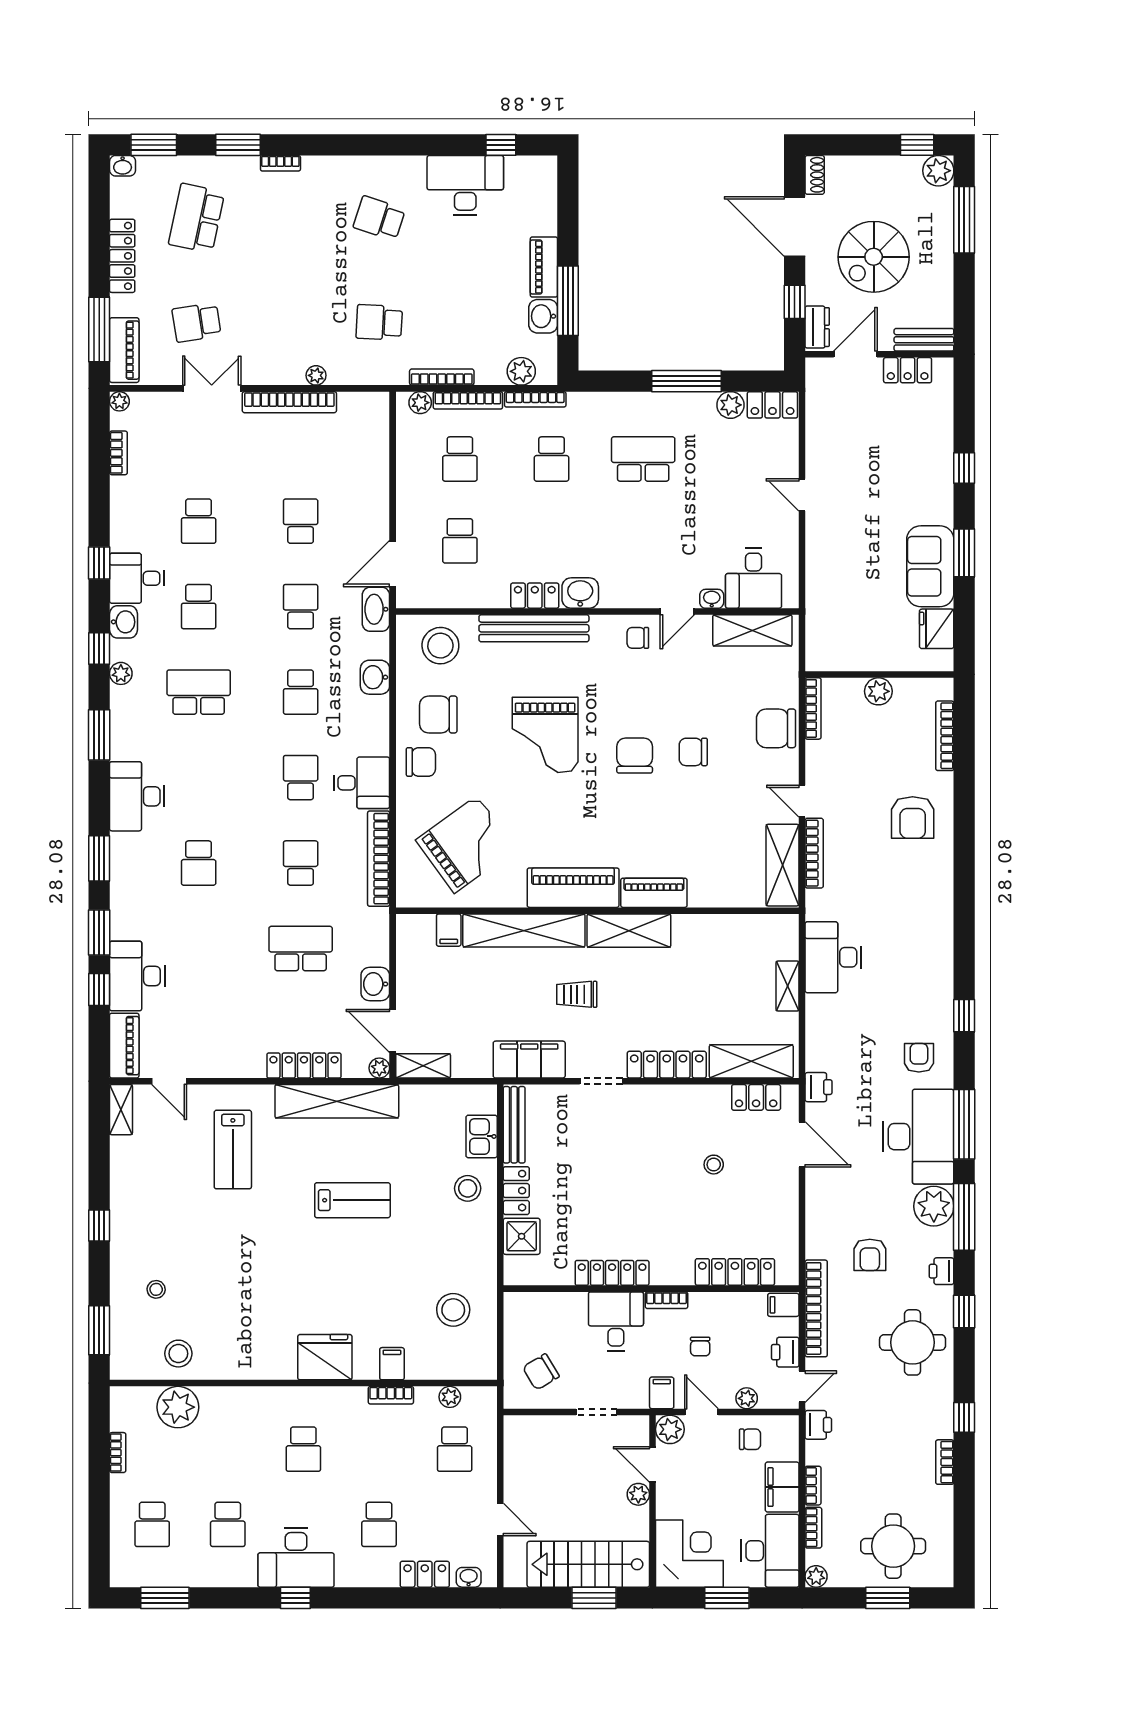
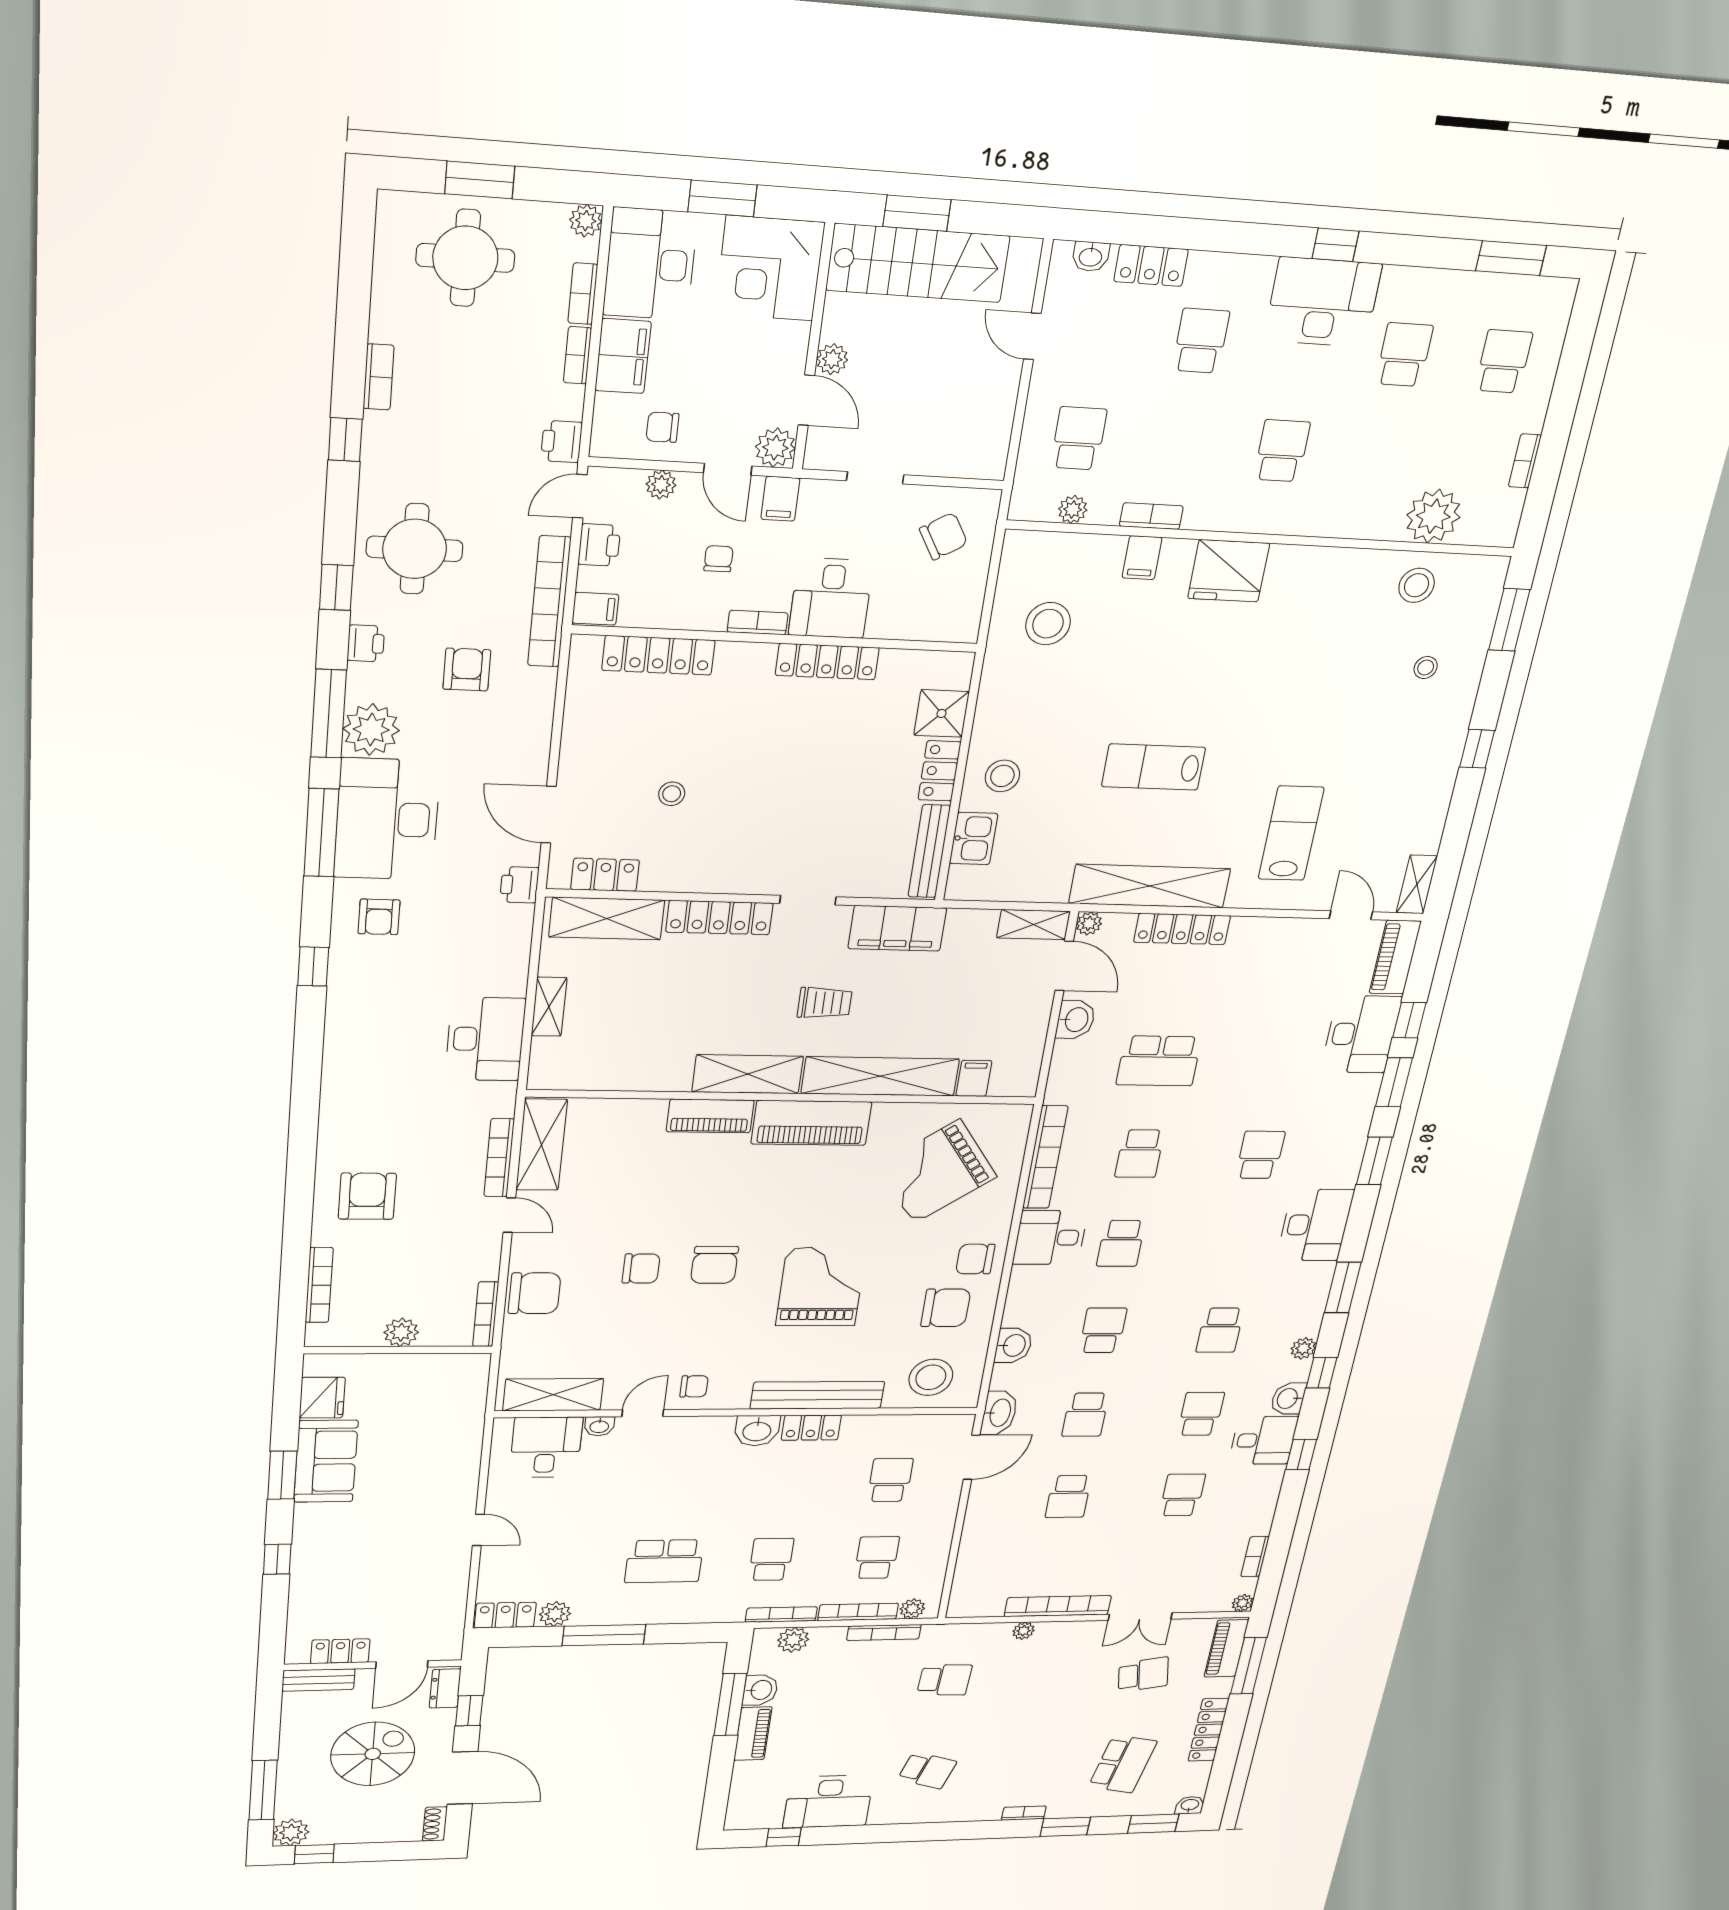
school desk: (199, 692) -> (1220, 1330), width x0.54

